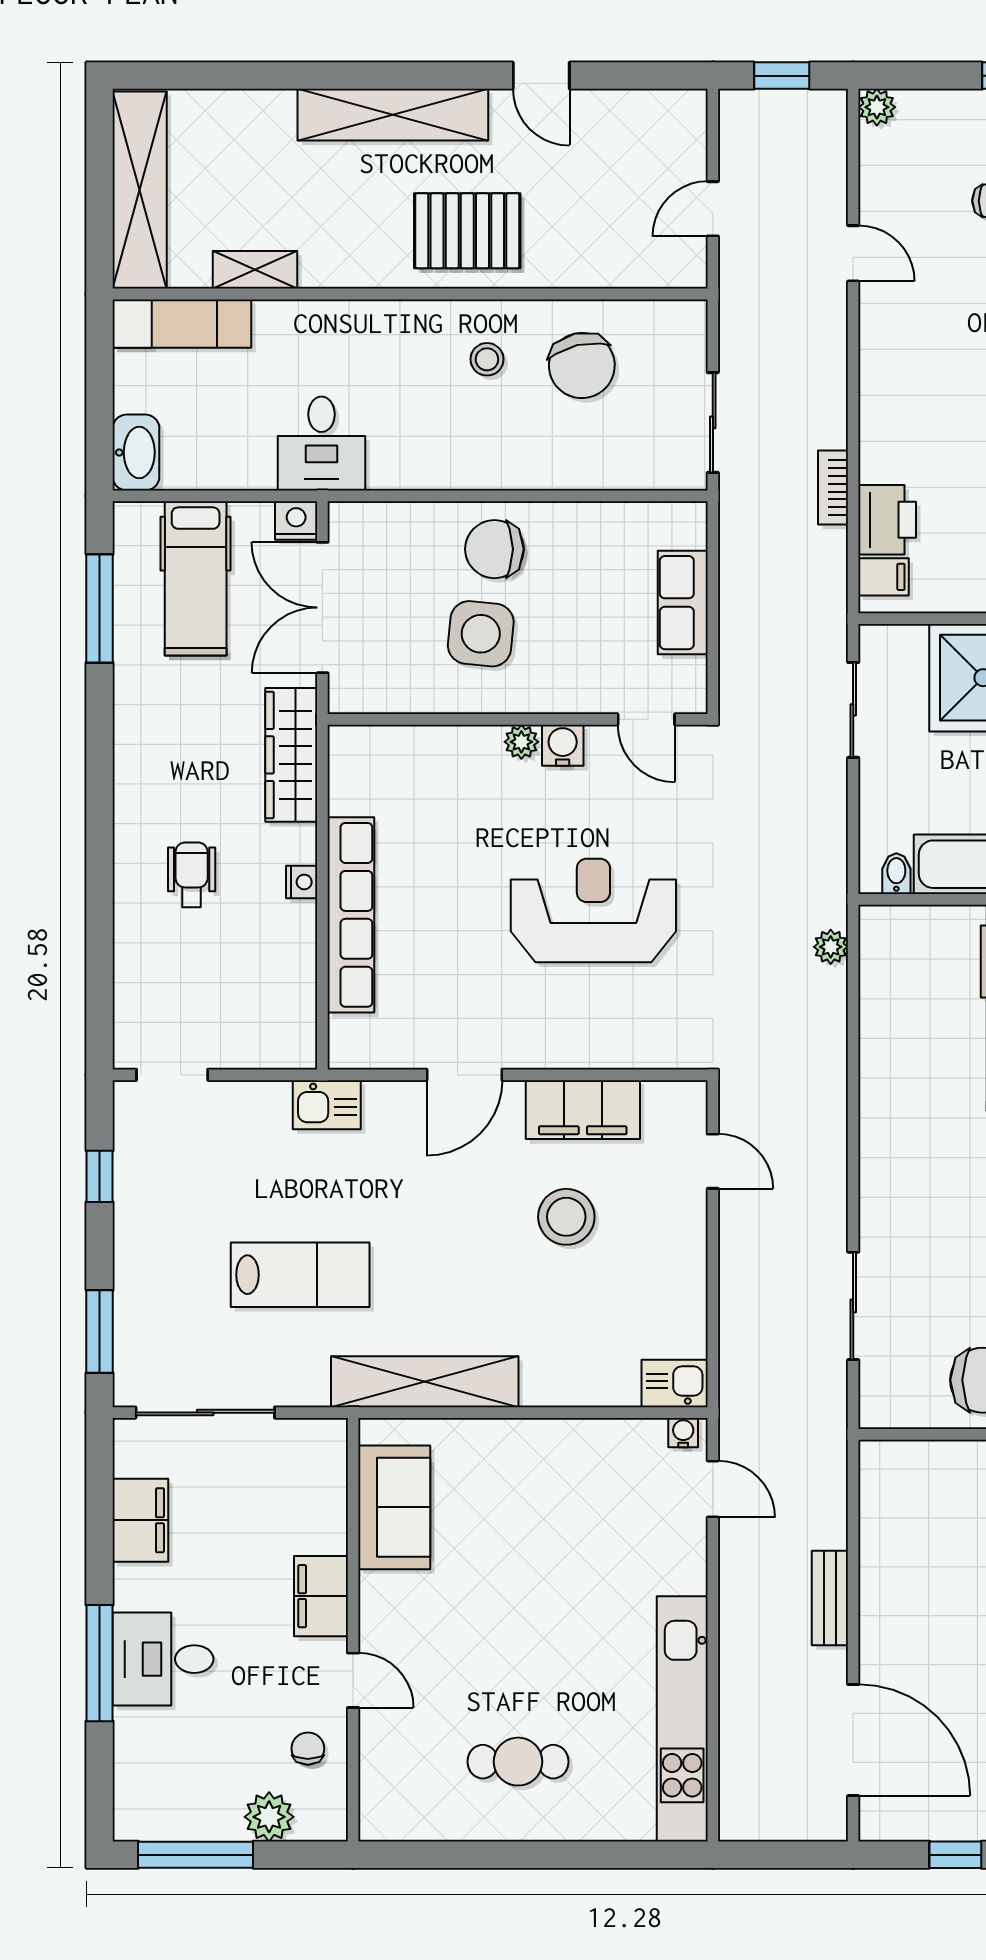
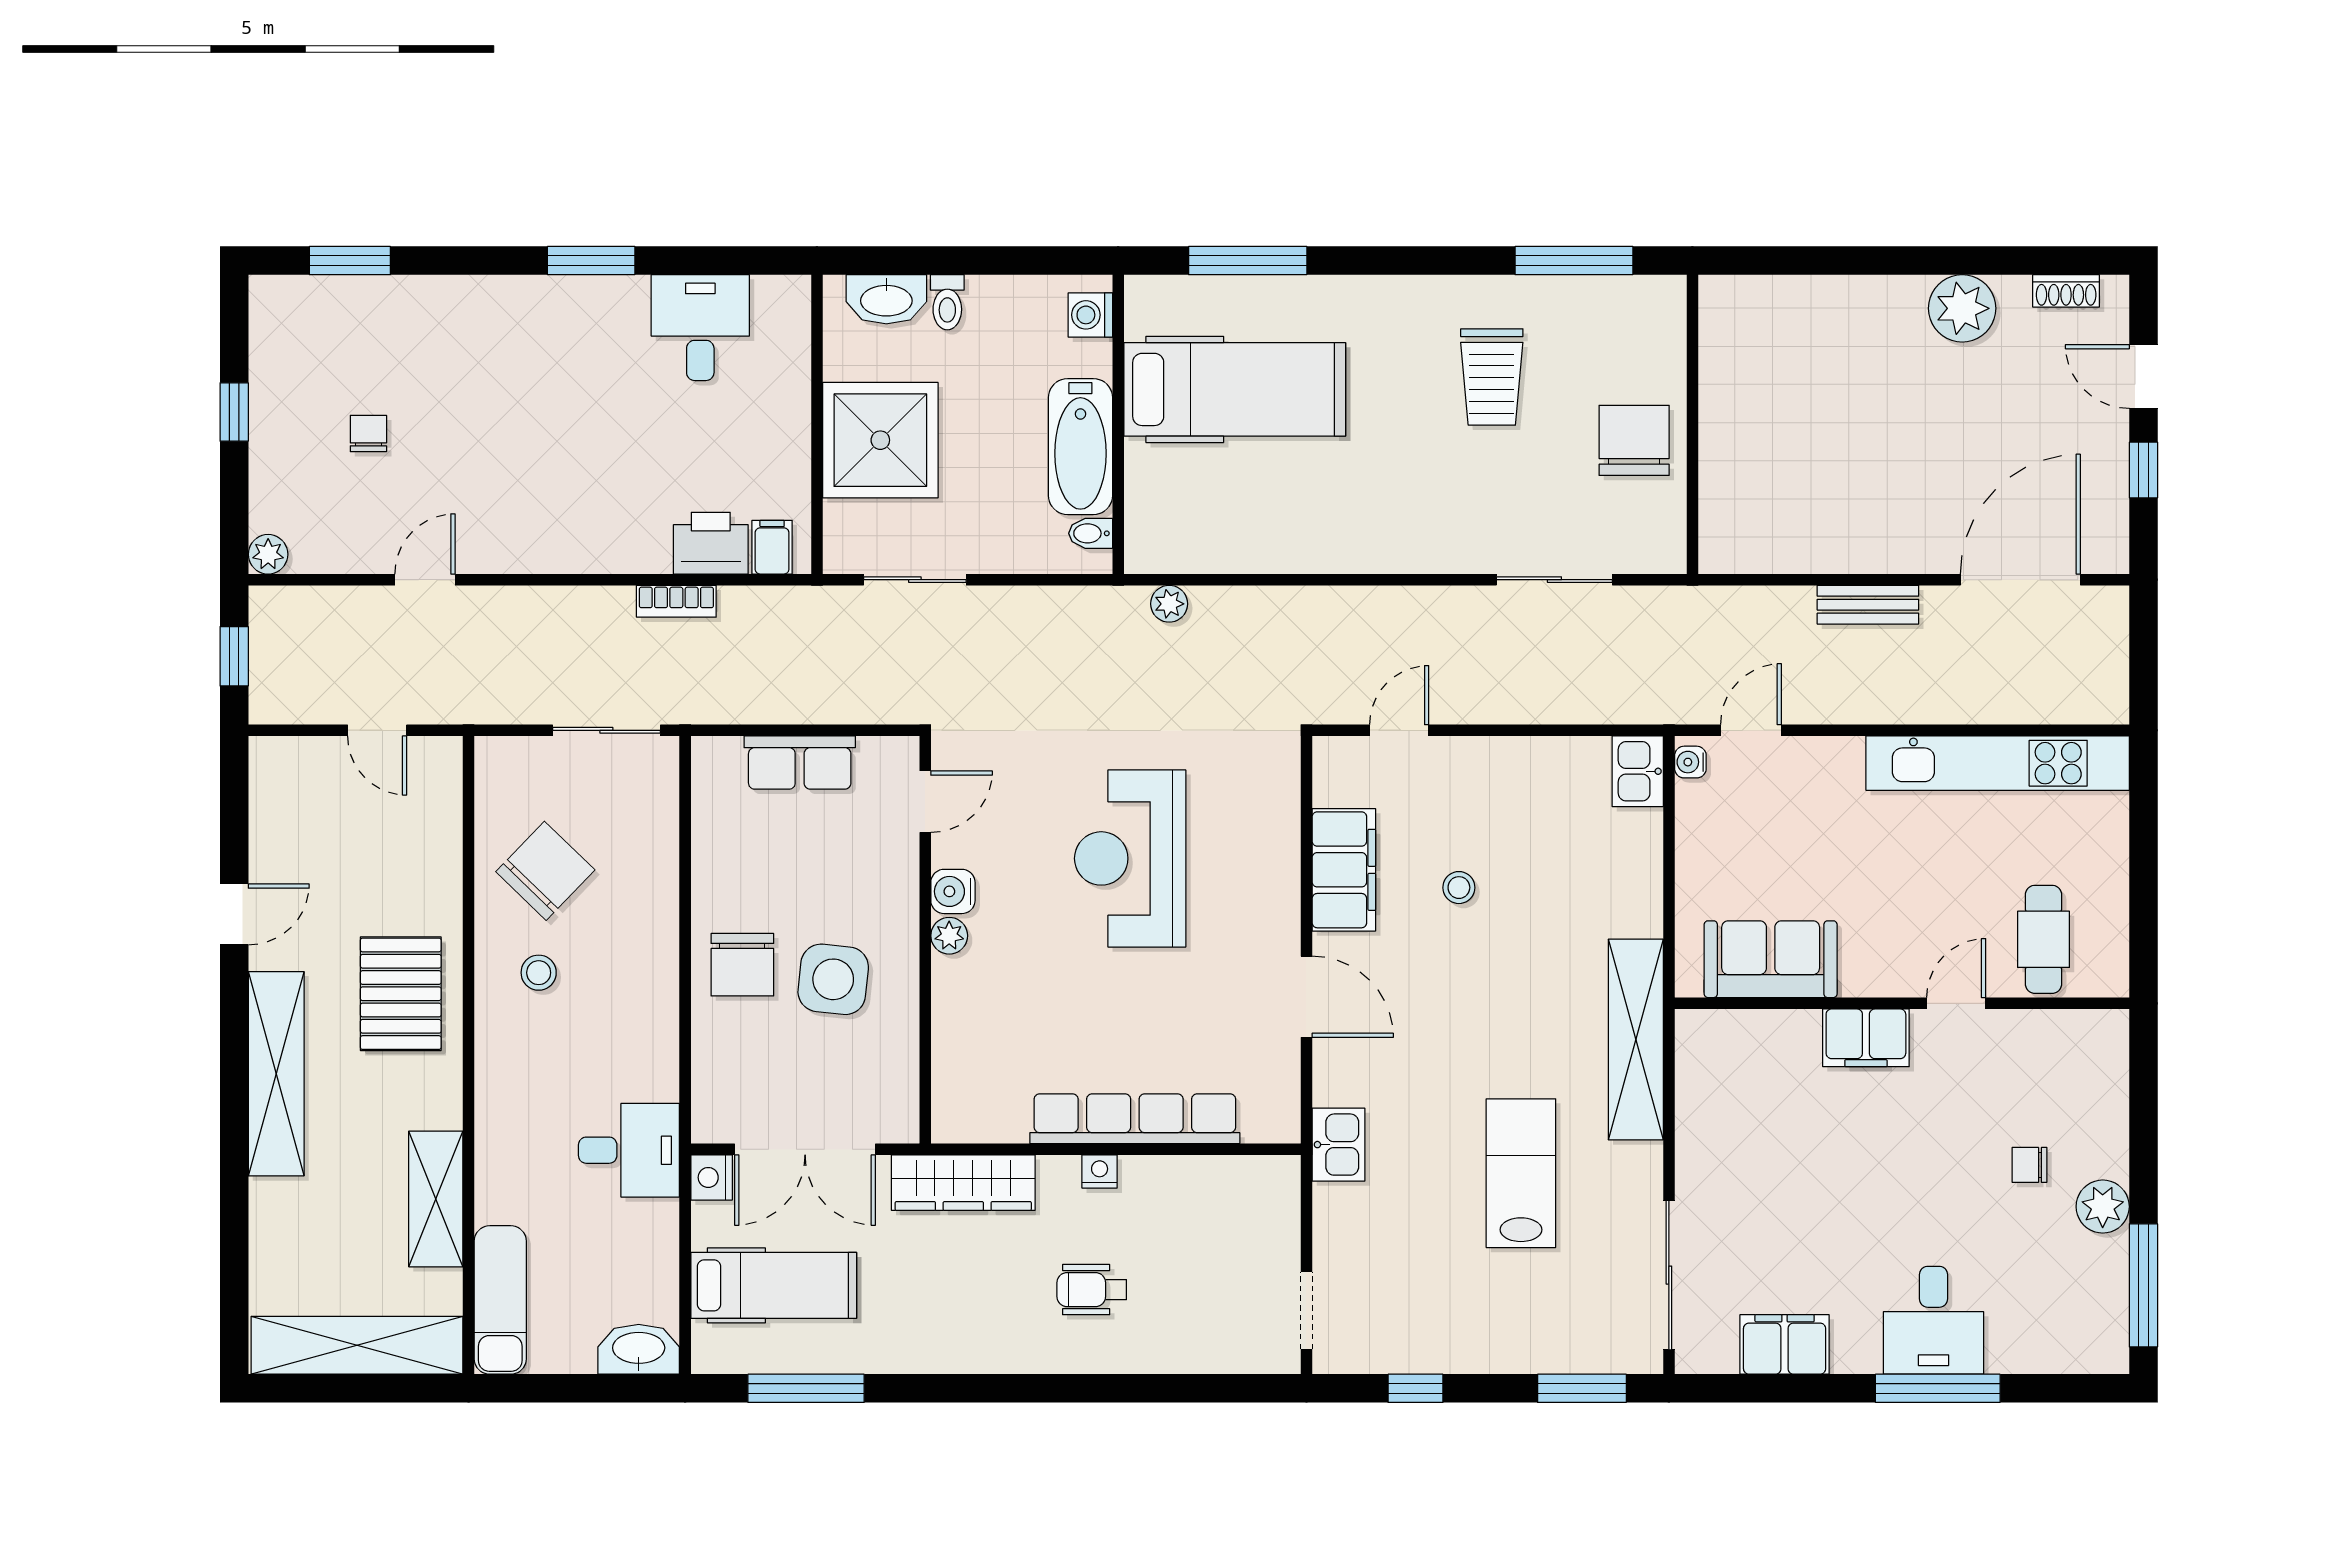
shelving: (255, 270) -> (436, 1199), width x1.50, depth x1.33
chair: (582, 365) -> (545, 871), turned -33
stool: (566, 1217) -> (1459, 888), width x0.53, depth x0.53
sofa: (394, 1507) -> (1771, 959), moved
filing cabinet: (321, 1596) -> (1866, 1038), moved
wall: (353, 1630) -> (1902, 1003), moved
door: (353, 1680) -> (1956, 1003), moved

